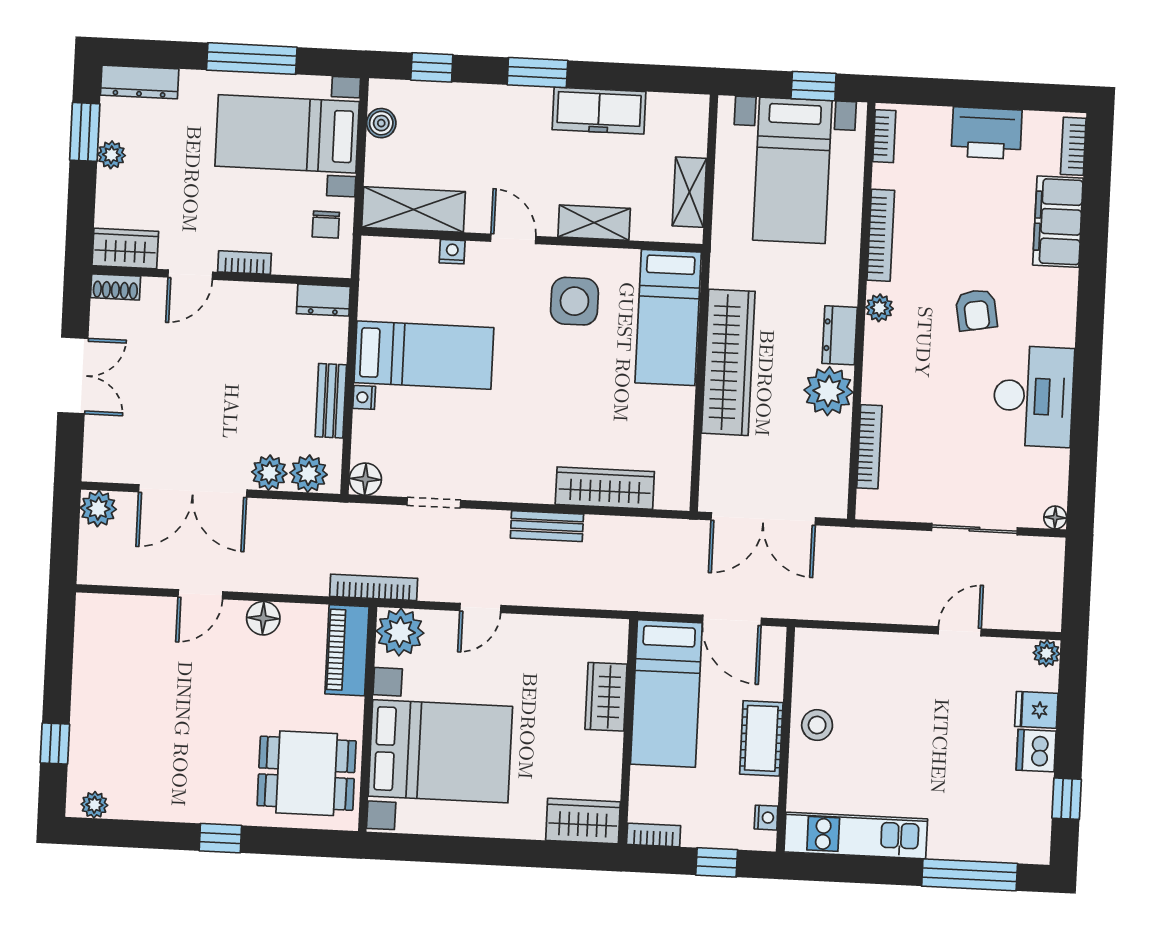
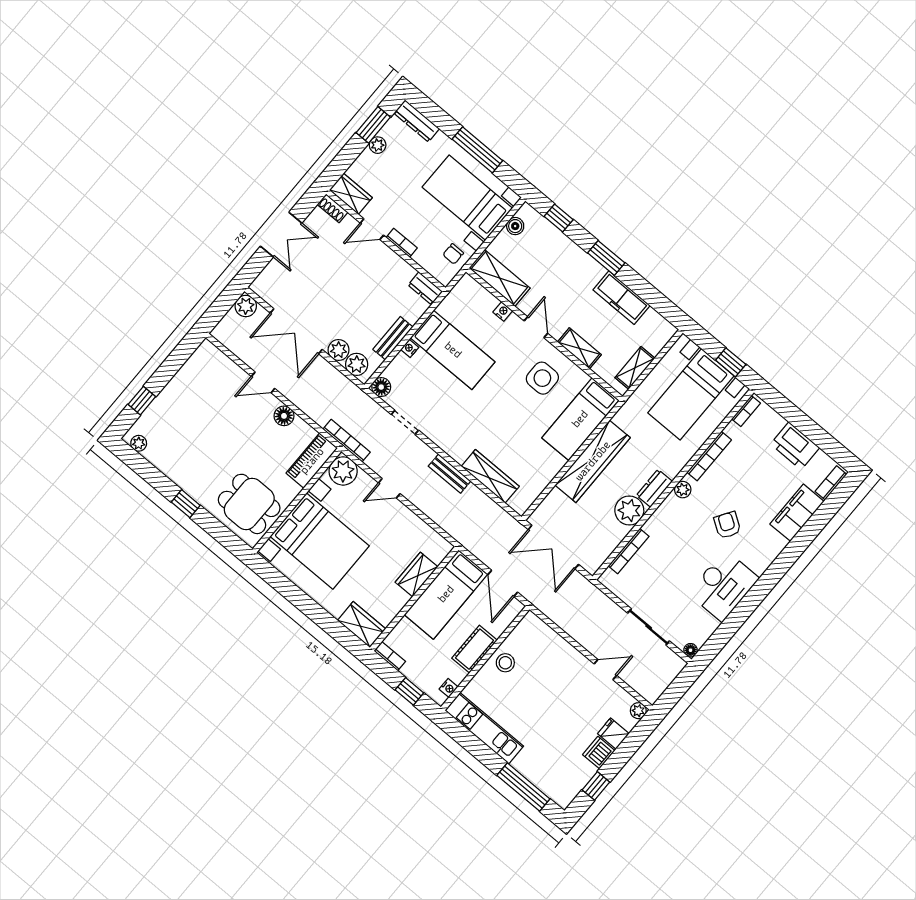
armchair: (976, 310) -> (727, 525), turned 133

